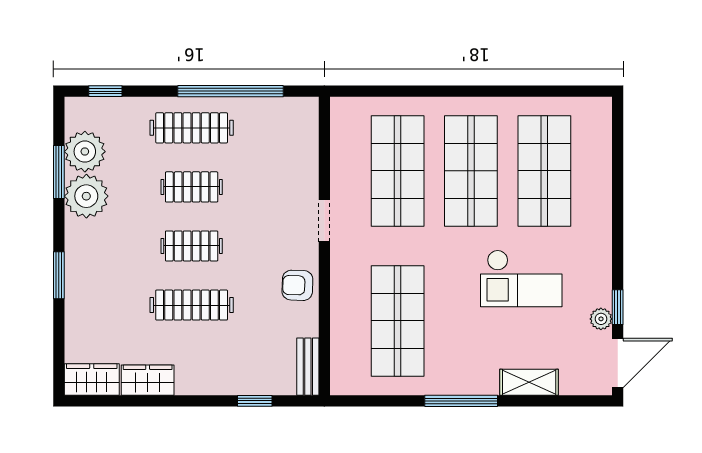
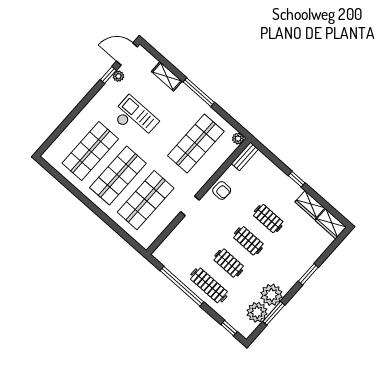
clothes rail: (192, 305) -> (268, 219), width x0.73
plant: (341, 384) -> (238, 139), added
window: (255, 401) -> (297, 179), moved

